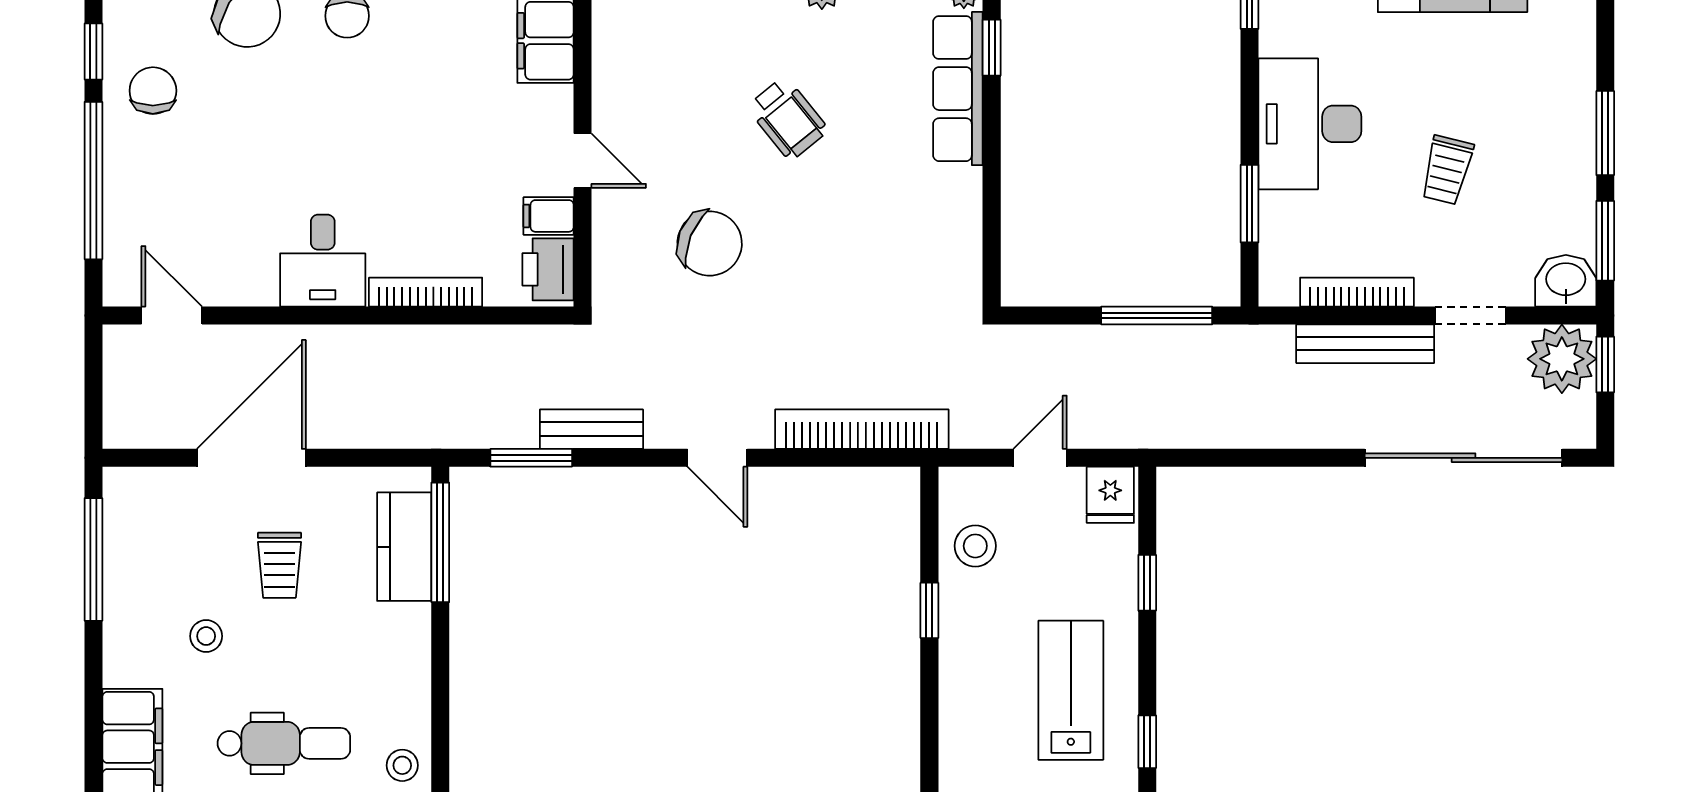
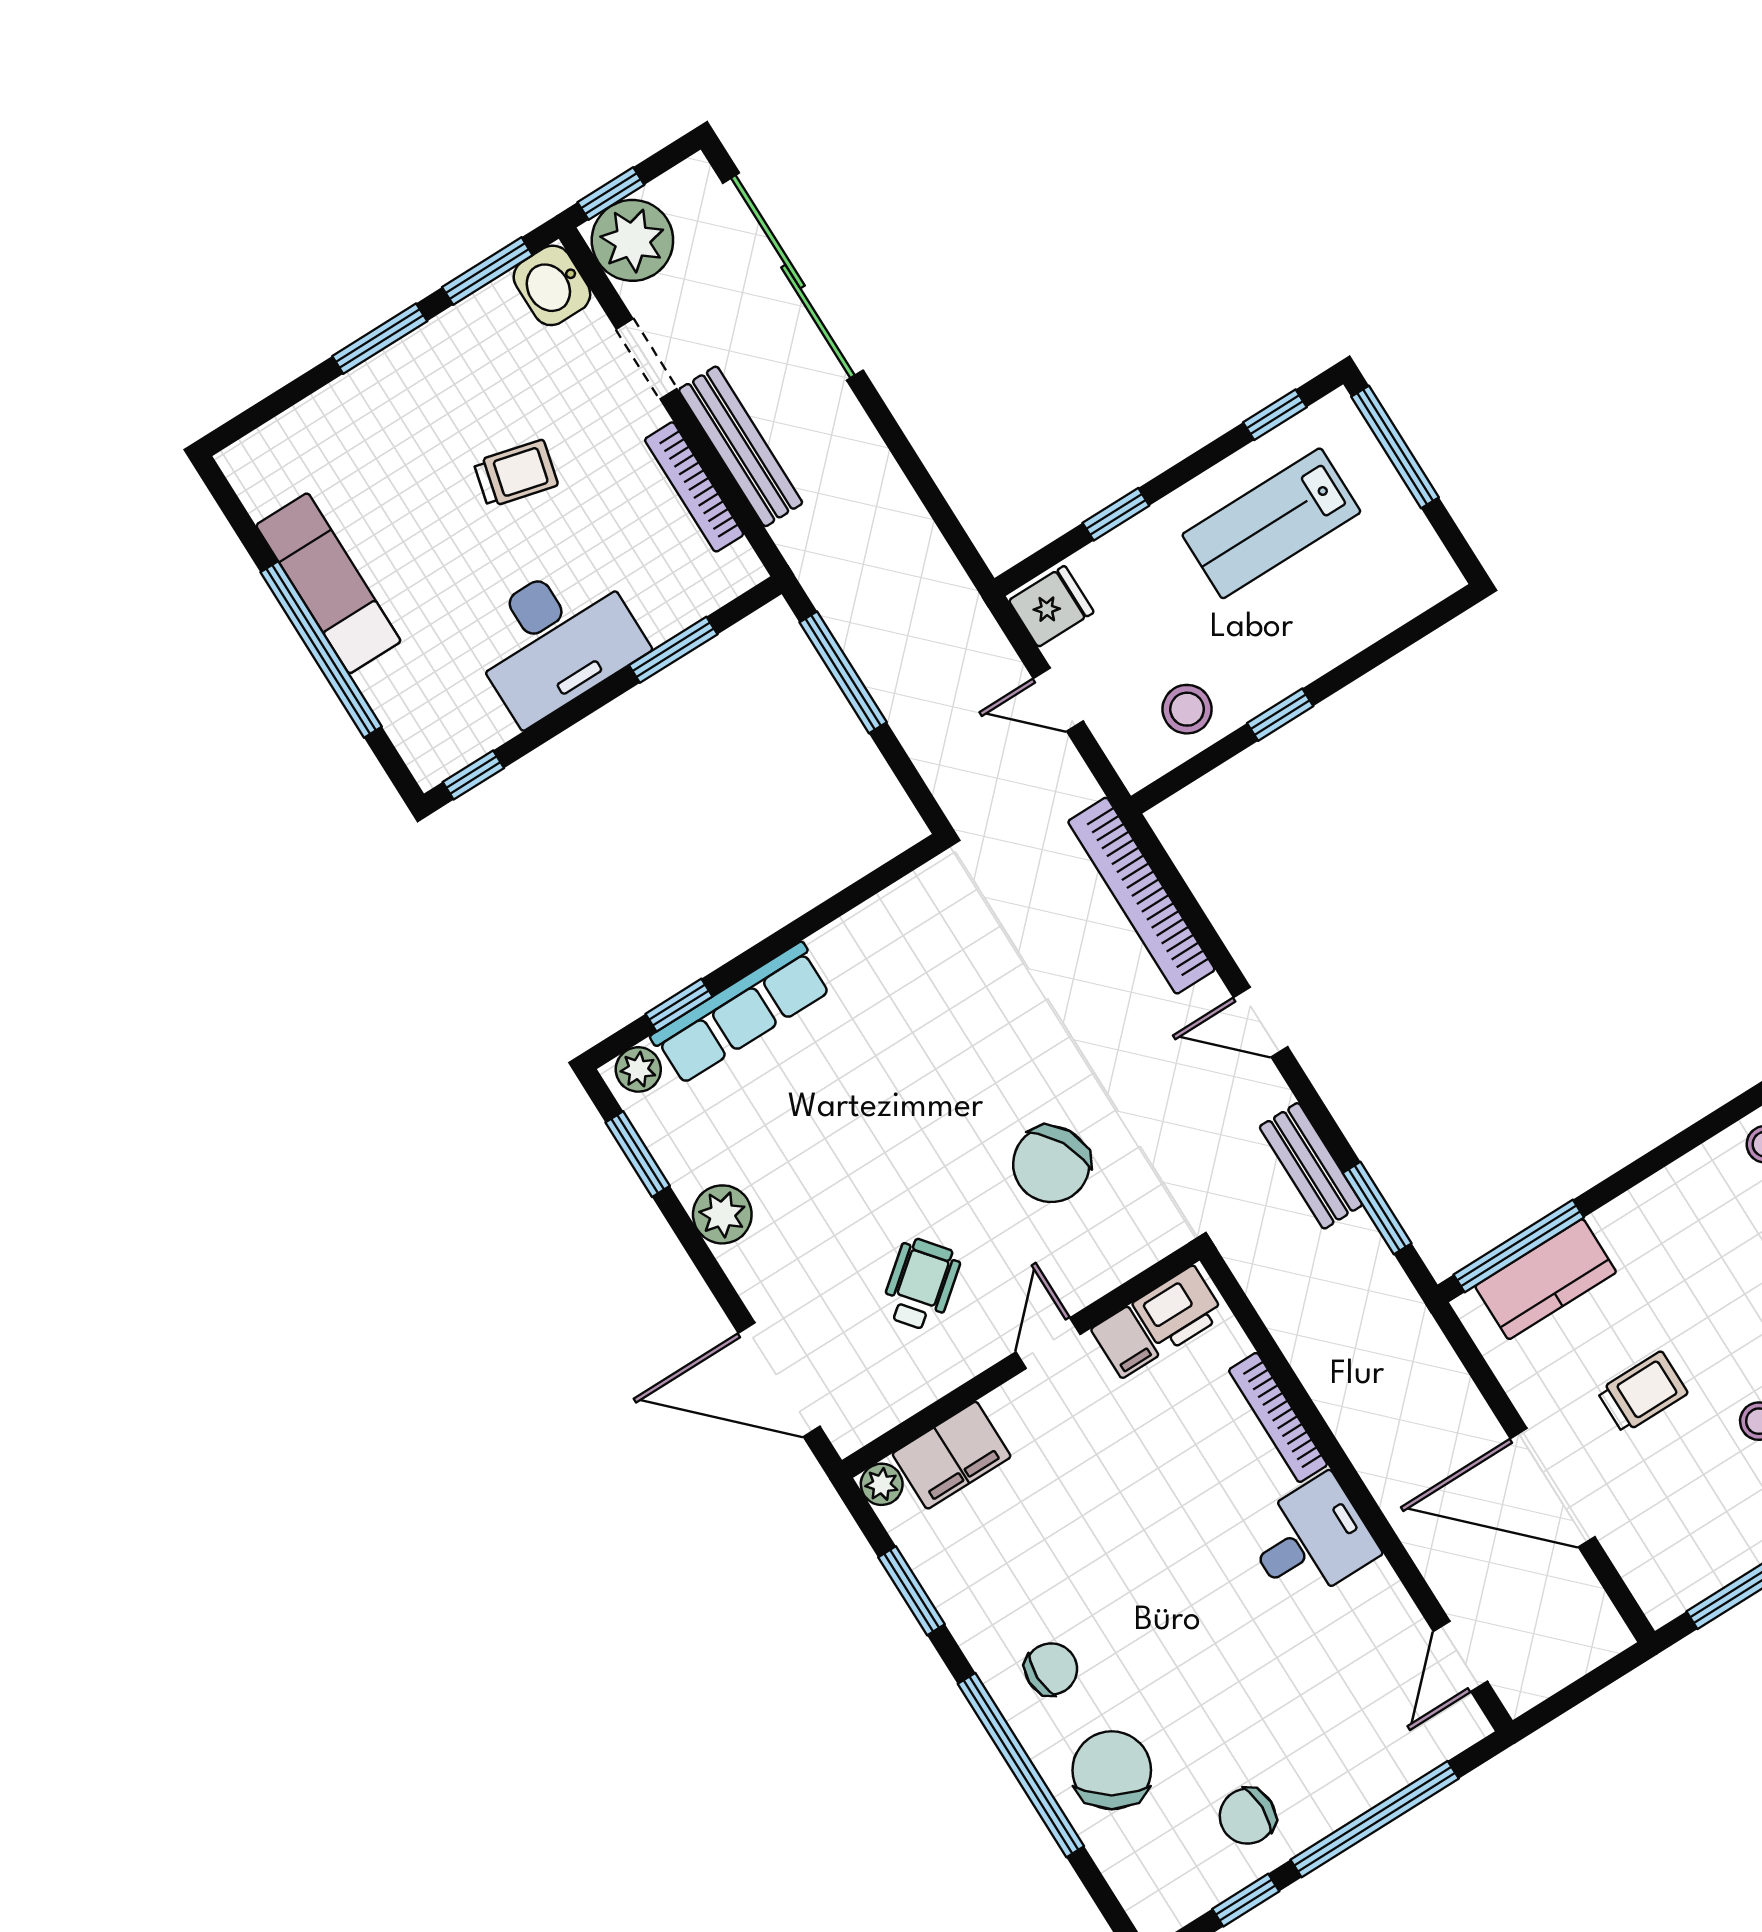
wheelchair: (788, 119) -> (921, 1284), moved
chair: (710, 243) -> (1051, 1164), turned -140
door: (717, 458) -> (1261, 1022), swing flipped

